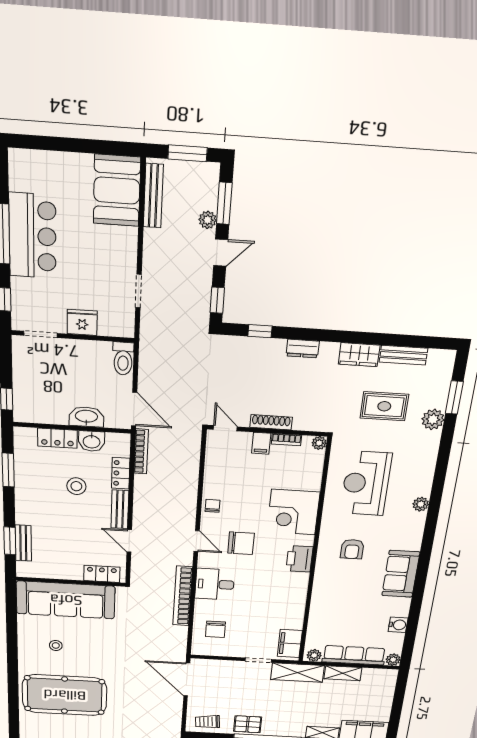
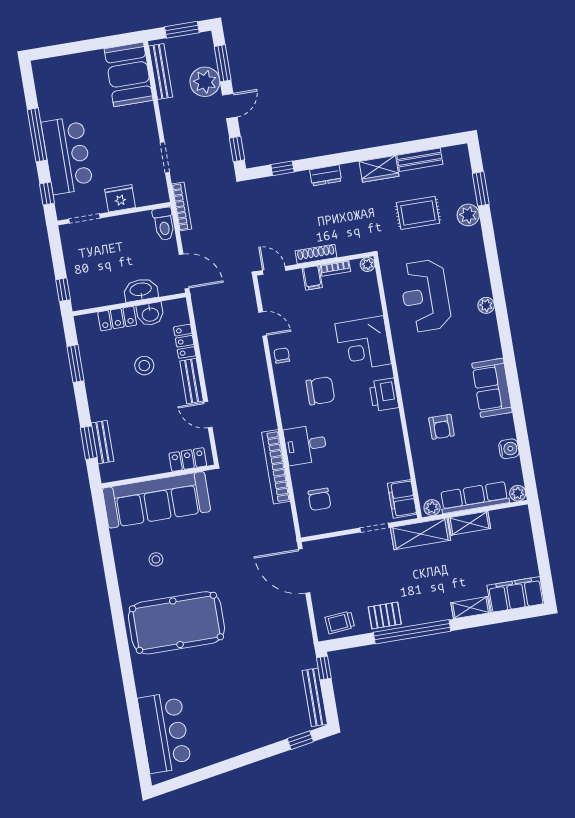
plant: (208, 220) -> (205, 82), width x1.87, depth x1.87
bar counter: (33, 236) -> (67, 155), moved
bookcase: (141, 451) -> (182, 207), moved
door: (197, 541) -> (263, 324), moved
armchair: (352, 549) -> (441, 427), moved

